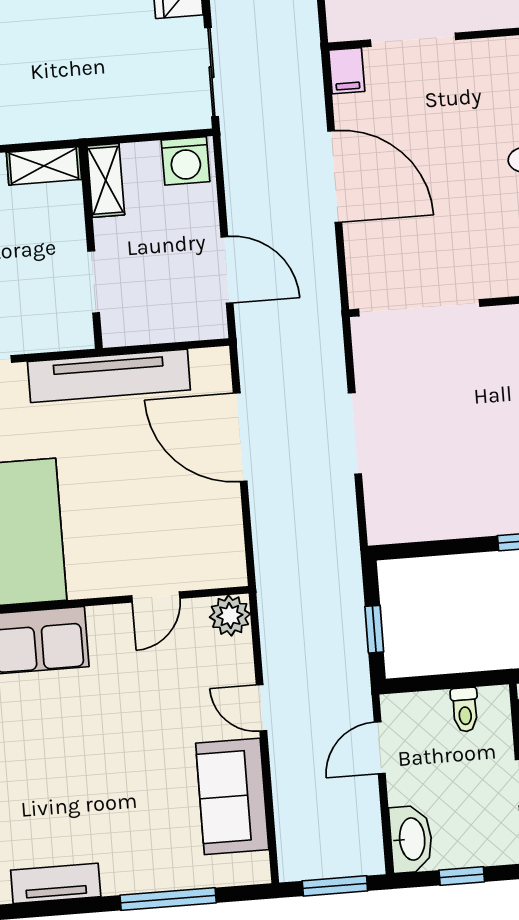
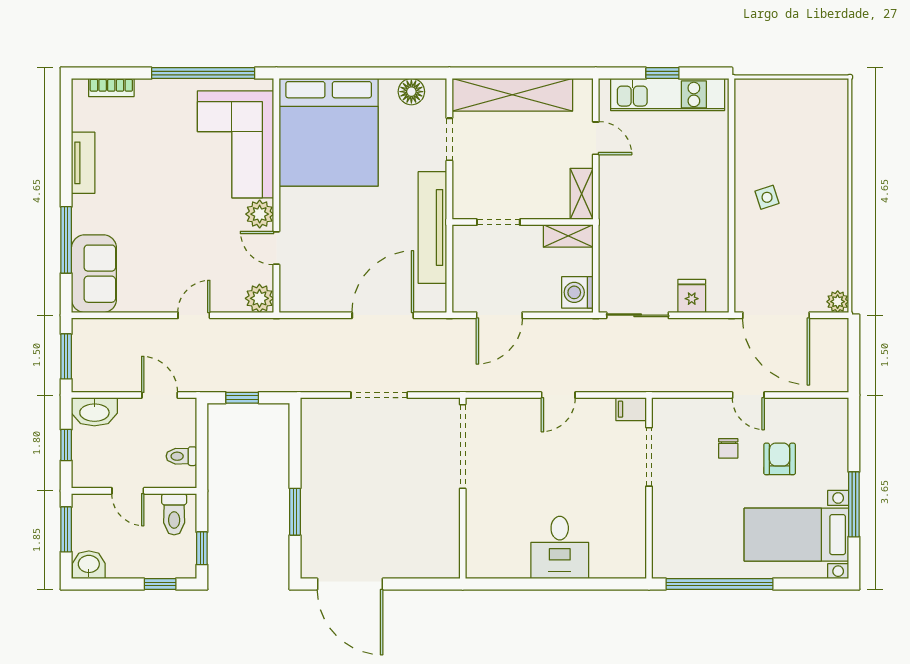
door: (335, 177) -> (558, 395), width x0.53
plant: (109, 625) -> (260, 214), added
sofa: (232, 796) -> (94, 274), moved, turned 90

